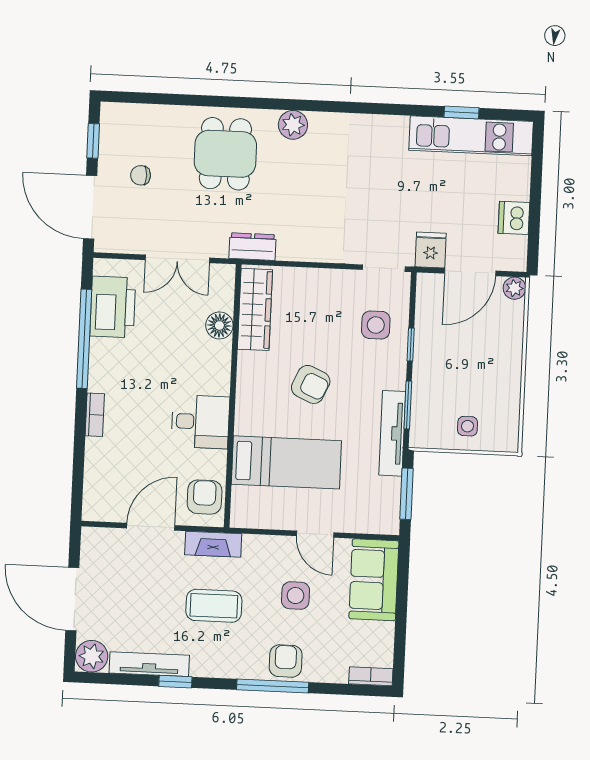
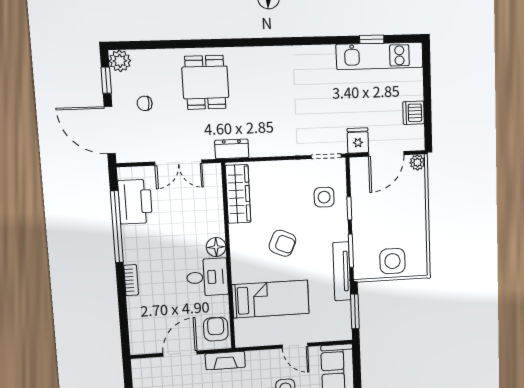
plant: (293, 125) -> (120, 61), moved
floor lamp: (219, 325) -> (216, 247), moved
side table: (467, 426) -> (392, 261), width x1.87, depth x1.87

